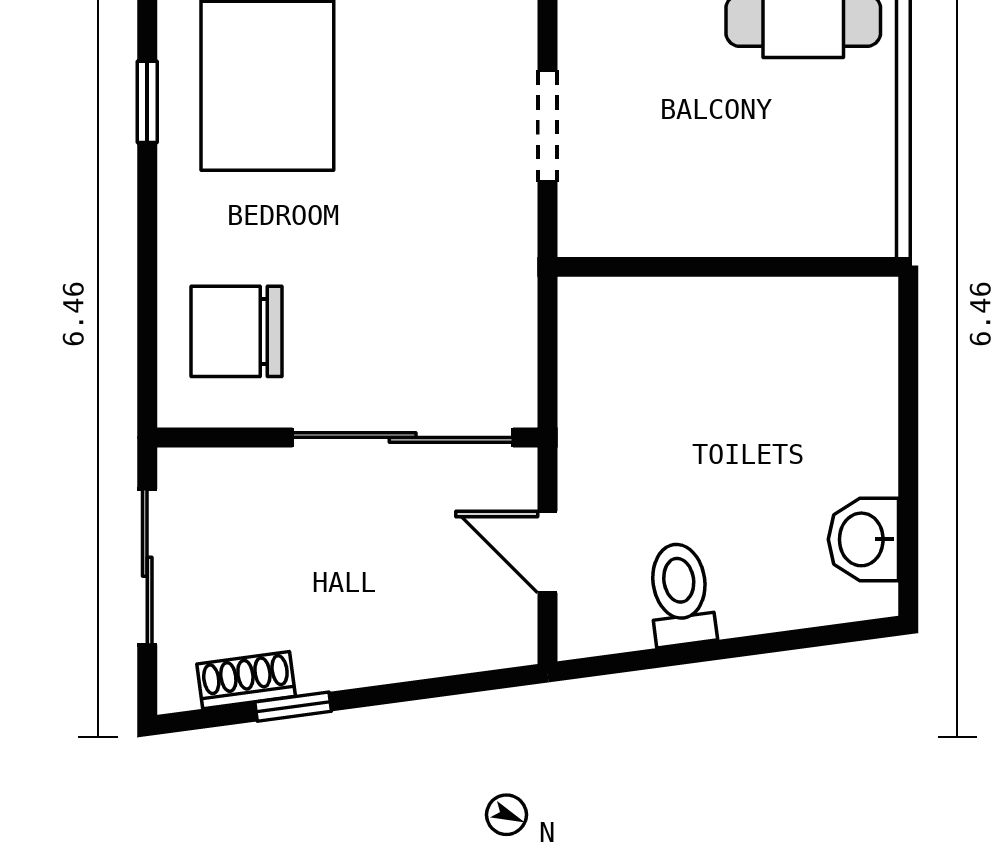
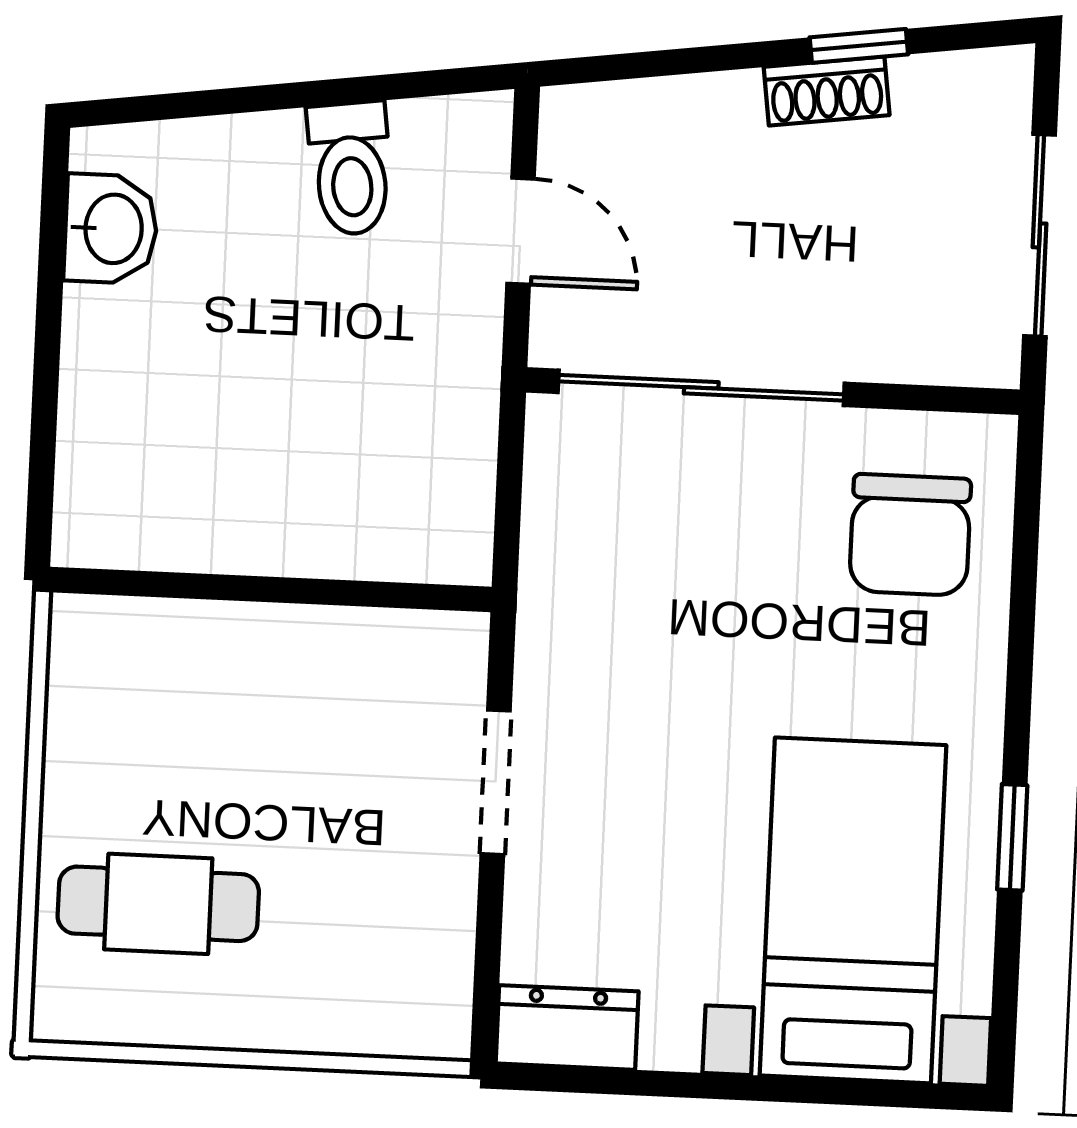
chair: (237, 331) -> (910, 535), turned 90
shoe rack: (246, 680) -> (827, 91), moved

